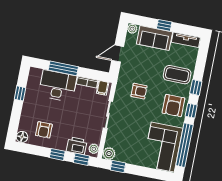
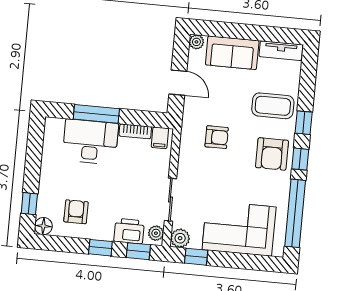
window: (164, 25) -> (245, 32), removed
door: (118, 54) -> (178, 83), swing flipped
window: (20, 93) -> (29, 204), moved
sliding door: (108, 115) -> (170, 200), moved
armchair: (44, 130) -> (76, 212), turned 180
corner sofa: (163, 147) -> (239, 228), moved, turned 90

